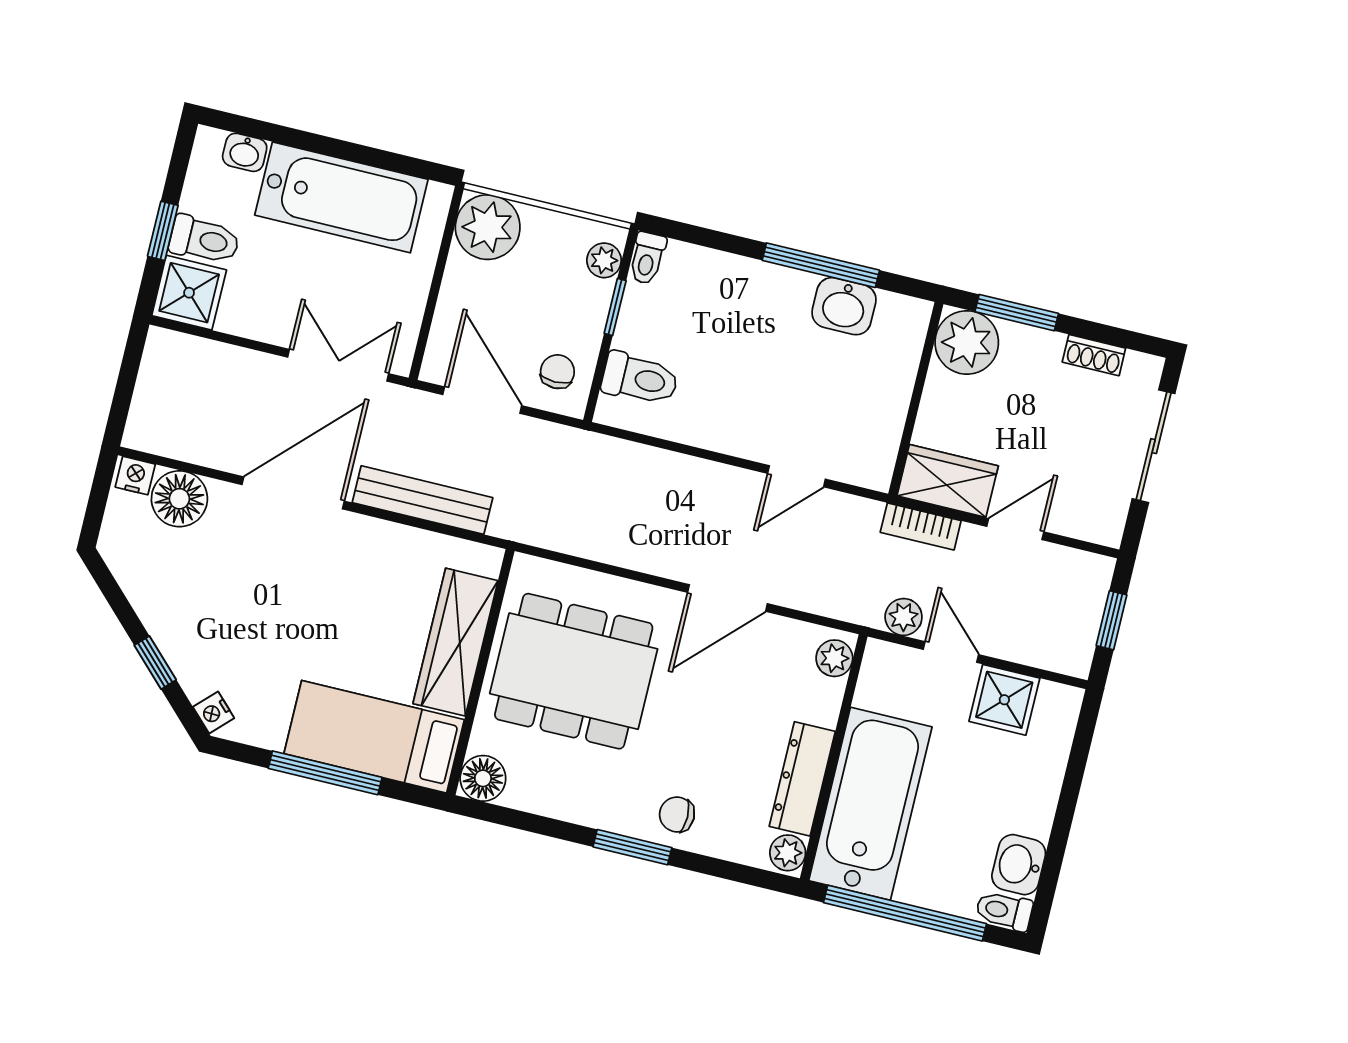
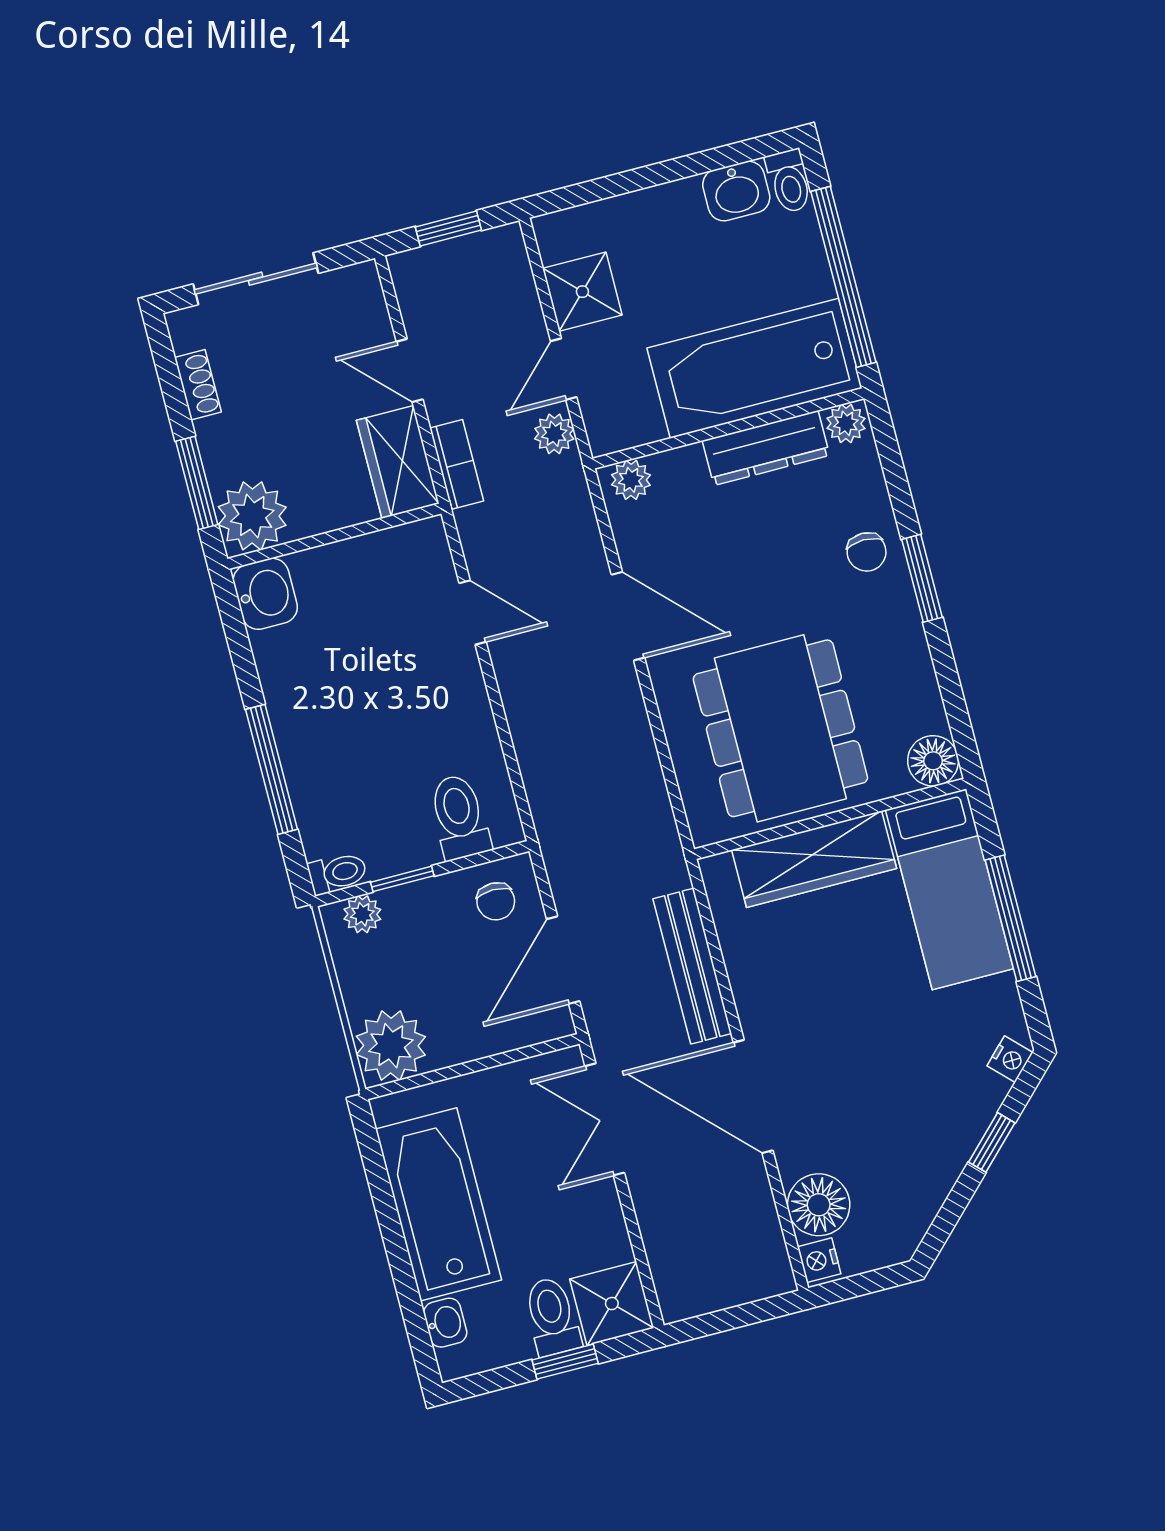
window: (821, 265) -> (272, 769), moved
washbasin: (844, 306) -> (265, 594), moved
chair: (557, 372) -> (496, 901), turned -90

